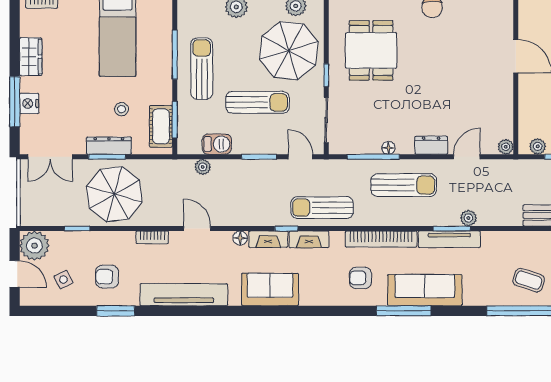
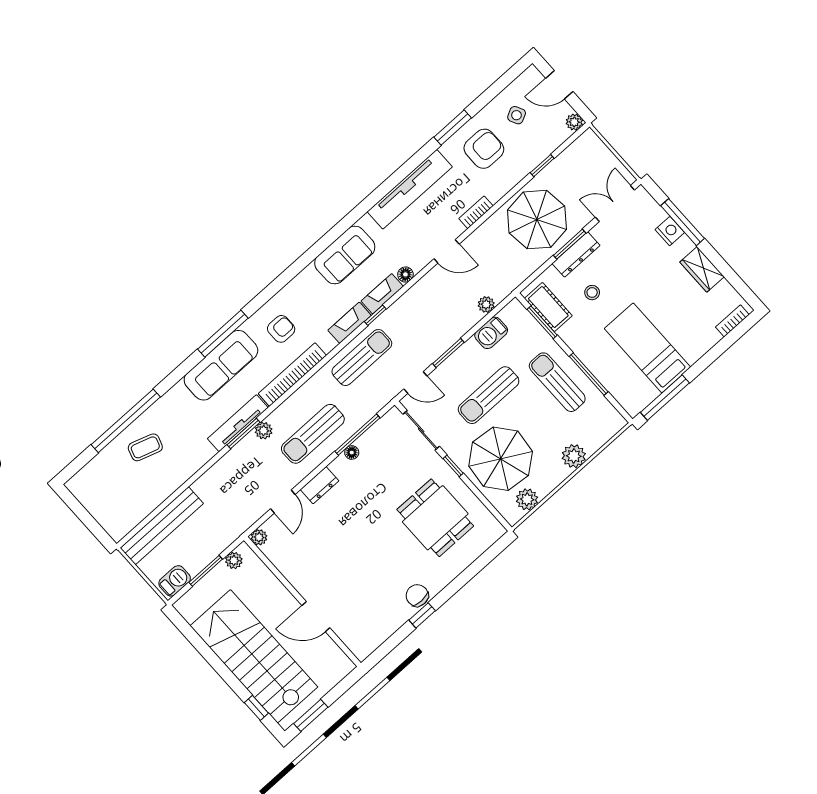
sun lounger: (202, 69) -> (557, 382), turned 180
plant: (468, 218) -> (264, 431), moved
plant: (34, 246) -> (574, 122), width x0.53, depth x0.53
armchair: (107, 277) -> (484, 149), width x1.38, depth x1.38

